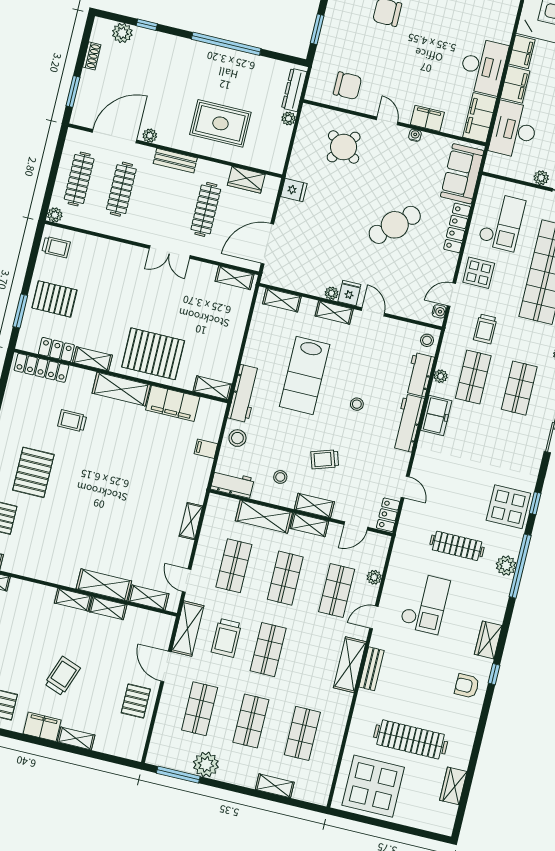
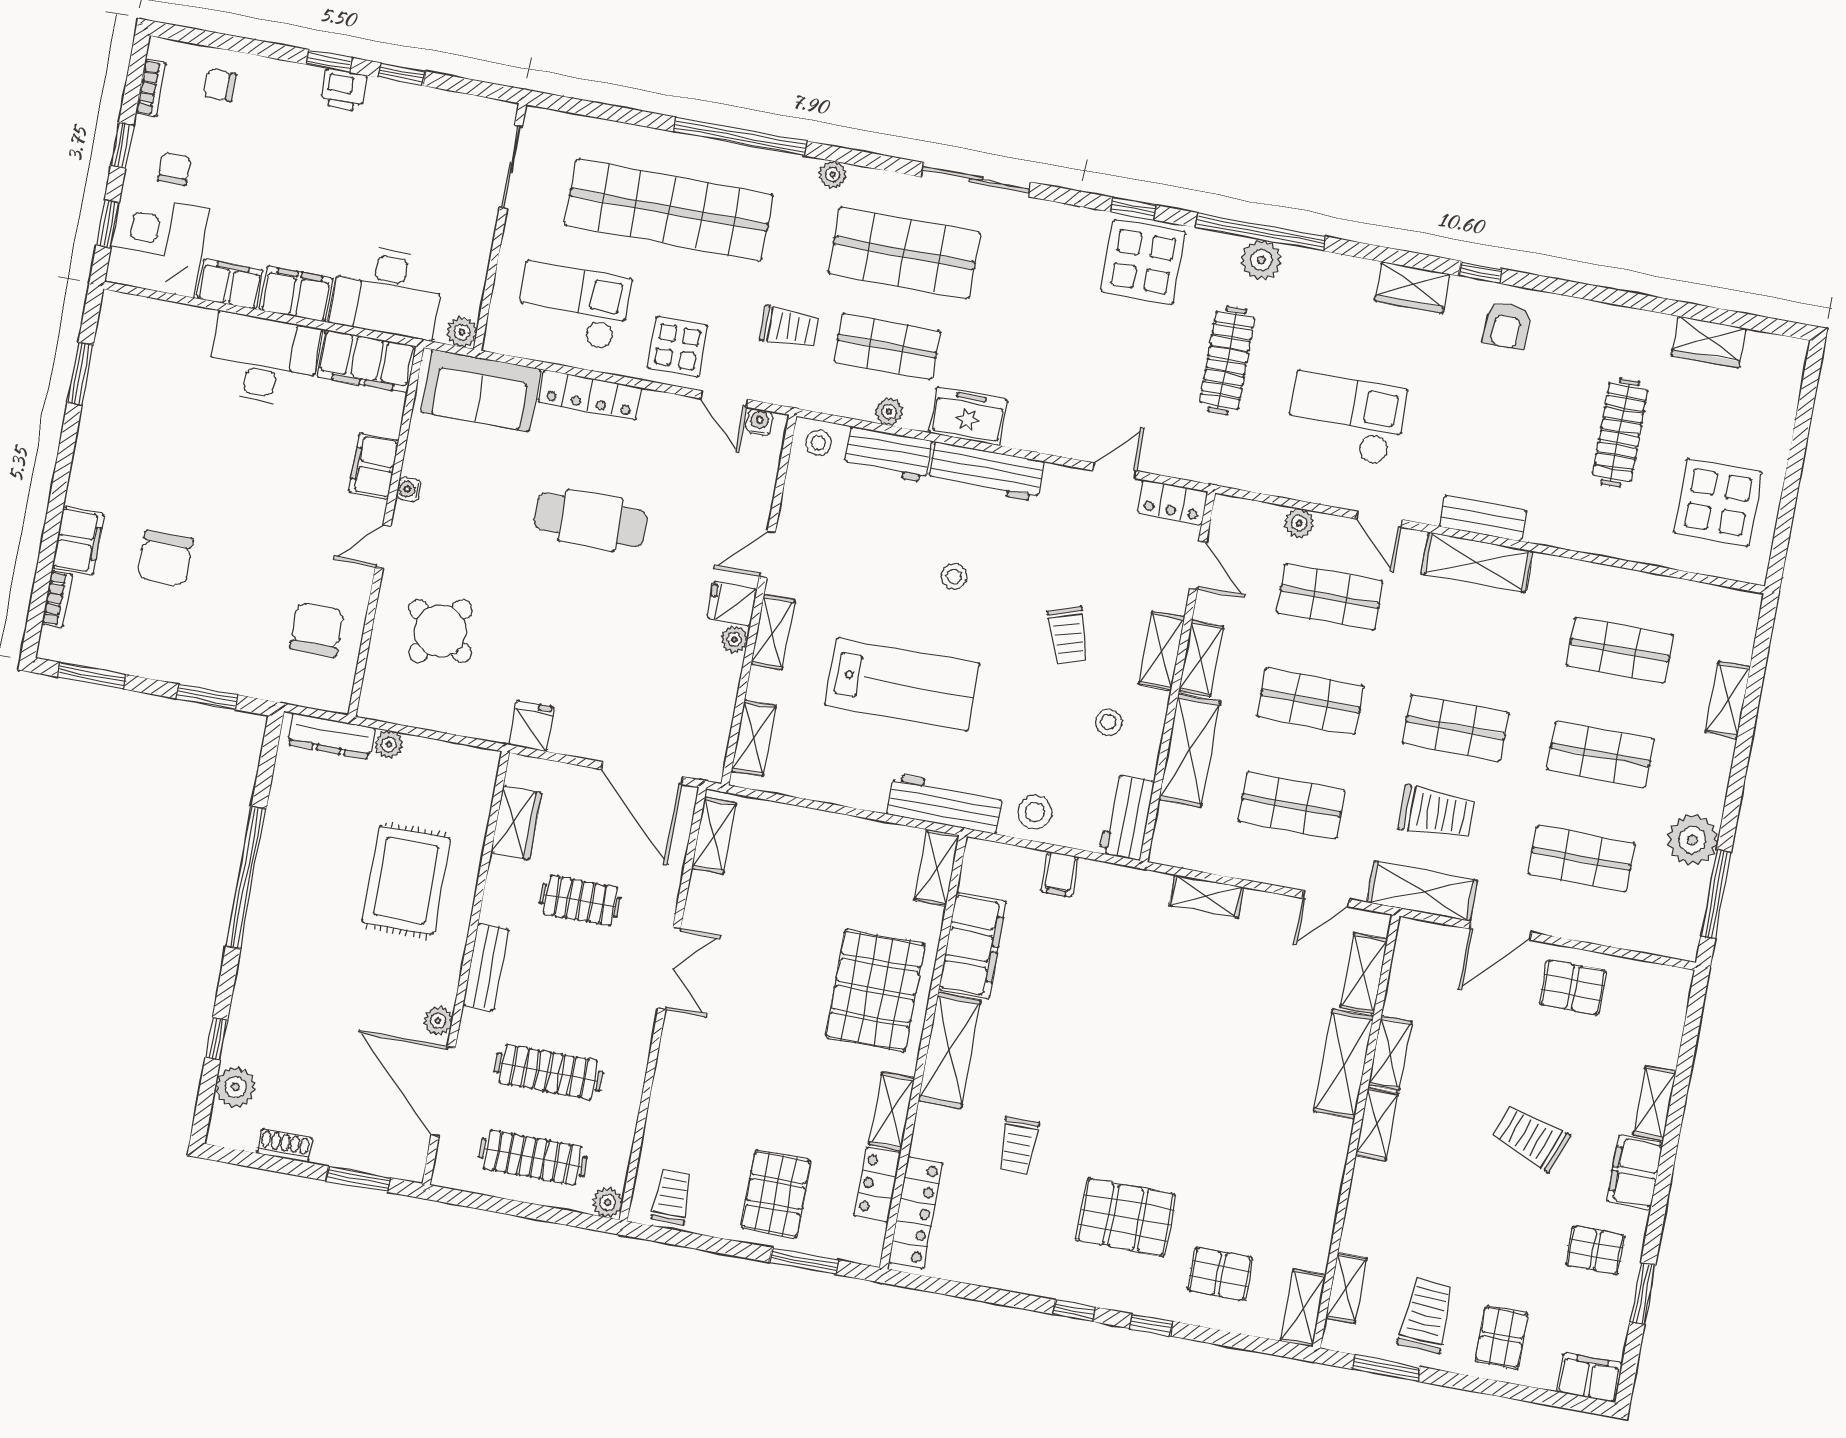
plant: (541, 178) -> (462, 332), moved
clothes rail: (206, 209) -> (580, 900), width x0.73
cafe table: (395, 225) -> (591, 520), turned -47
shop shelf: (519, 388) -> (904, 253), width x1.43, depth x1.36
clothes rail: (411, 739) -> (1620, 432), width x0.73, depth x0.76
display table: (373, 786) -> (1718, 502), width x0.73, depth x0.73

